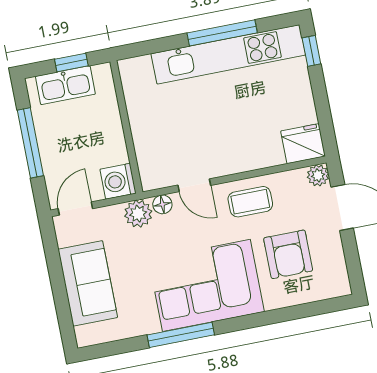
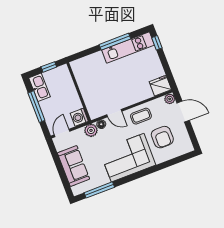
kitchen unit: (228, 54) -> (128, 48), width x0.73
kitchen sink: (65, 85) -> (40, 87), moved, turned -90
window: (181, 335) -> (99, 190), moved

